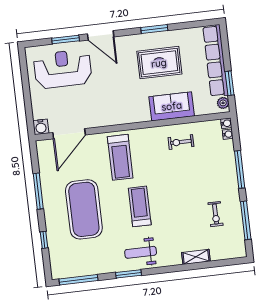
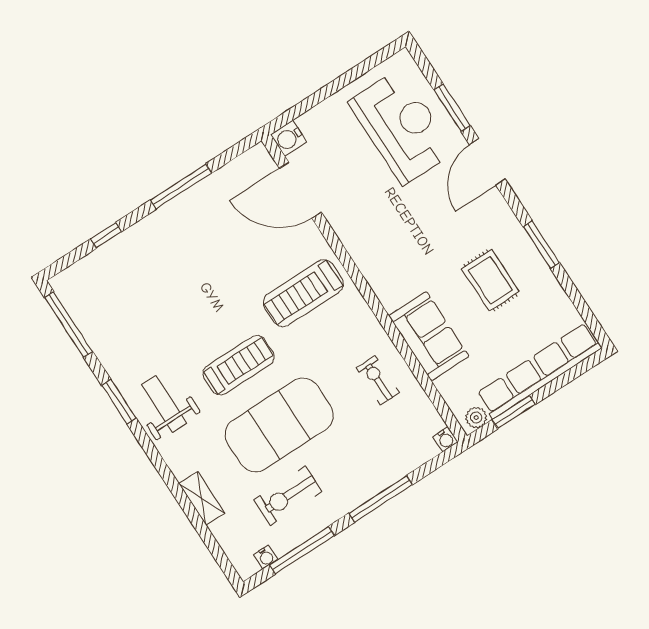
rug: (159, 63) -> (490, 280), width x0.73, depth x0.70
water cooler: (228, 134) -> (266, 557), moved
exercise mat: (84, 209) -> (279, 425), moved
exercise bike: (216, 214) -> (288, 496), width x1.38, depth x1.39

